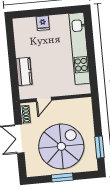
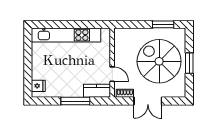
fridge: (43, 23) -> (38, 86), moved
window: (13, 64) -> (75, 101), added
kitchen counter: (24, 71) -> (97, 91), moved

